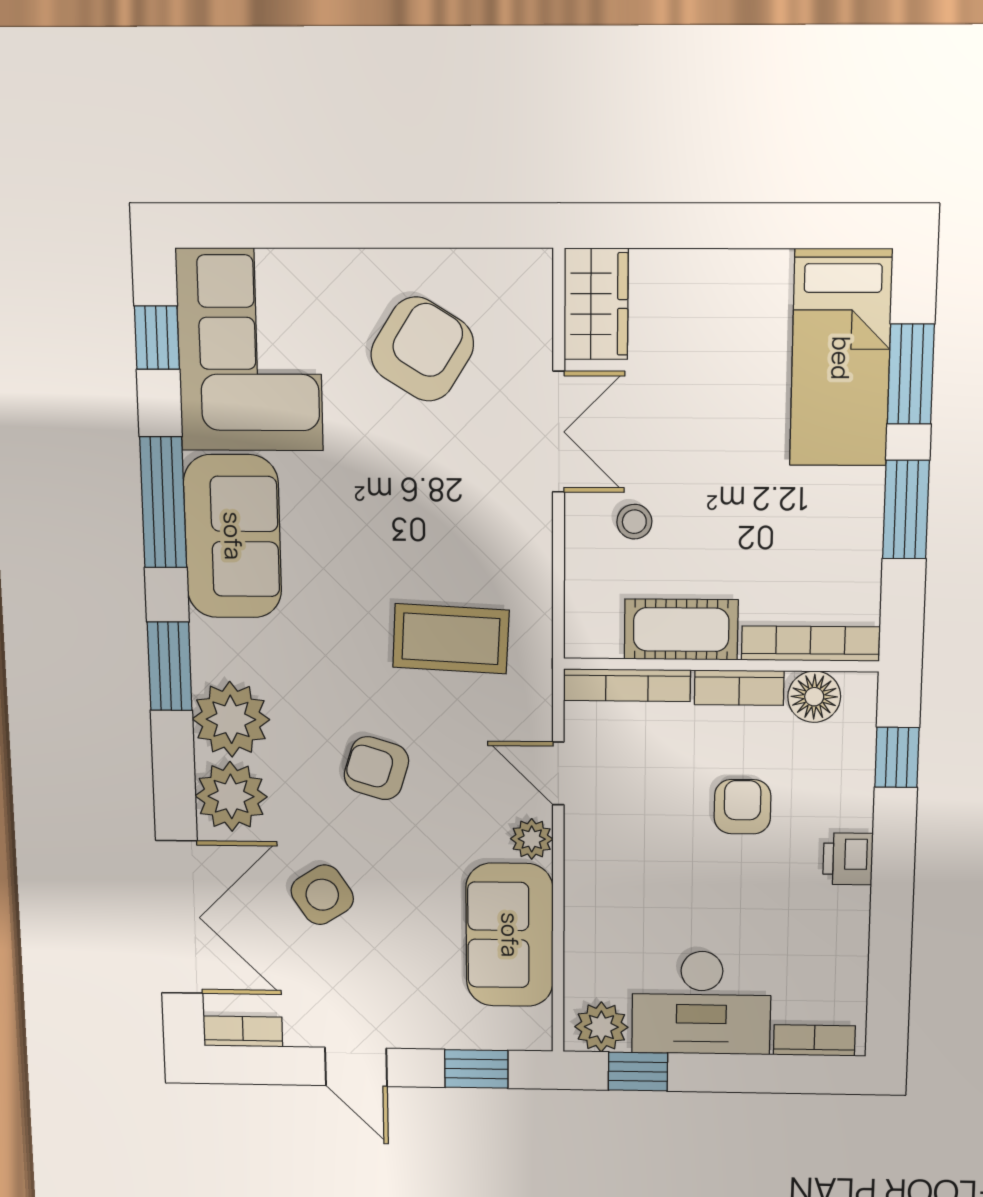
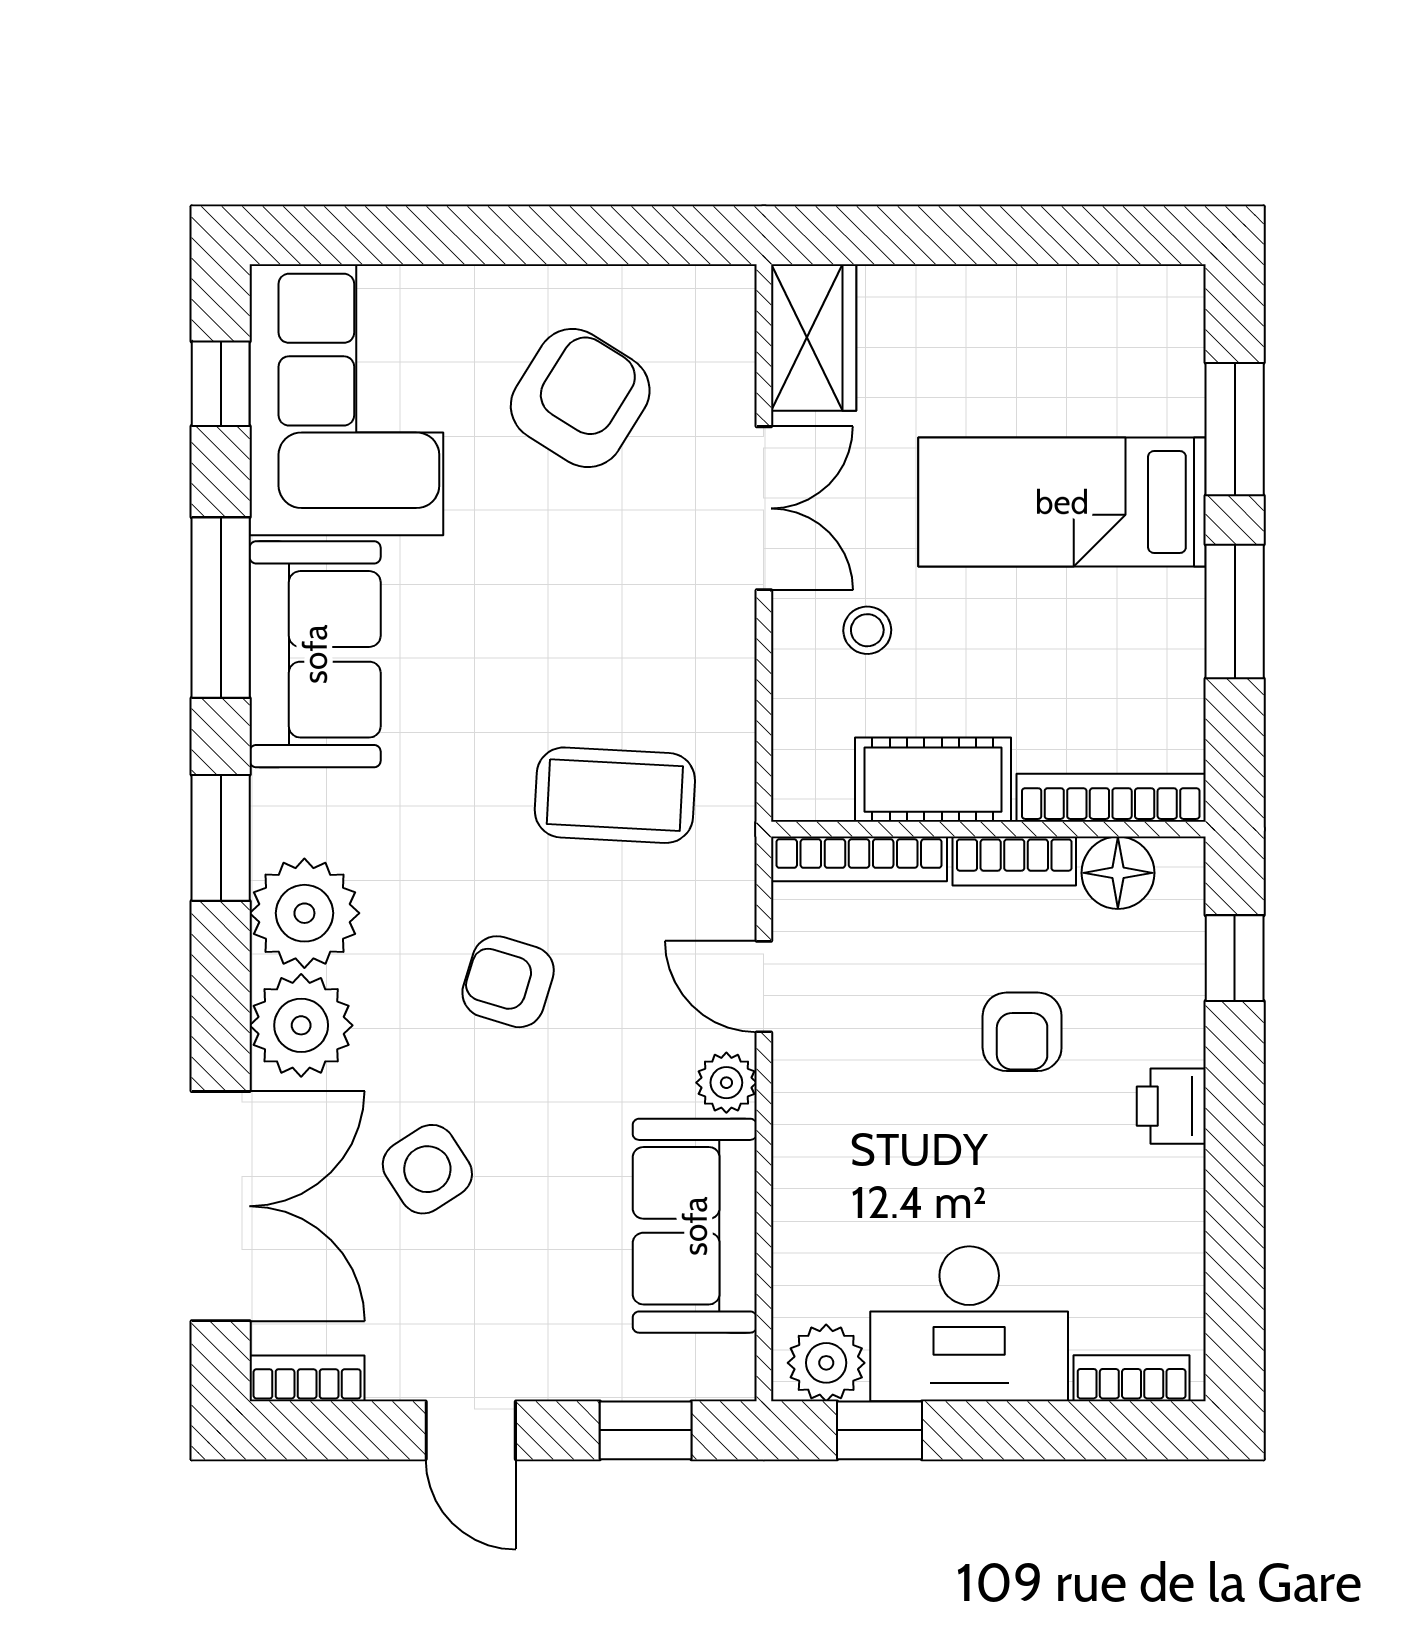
bed: (841, 358) -> (1062, 502), moved, turned 90
armchair: (742, 807) -> (1022, 1032), turned 180

